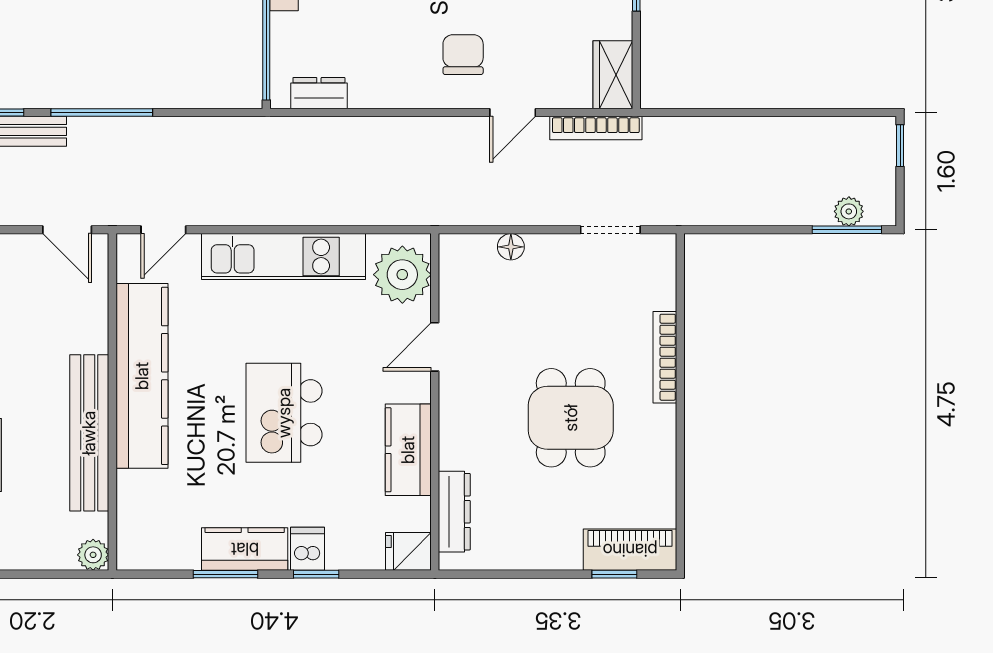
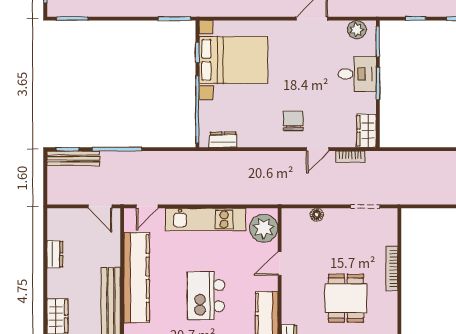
bookcase: (596, 128) -> (350, 157), width x0.64

